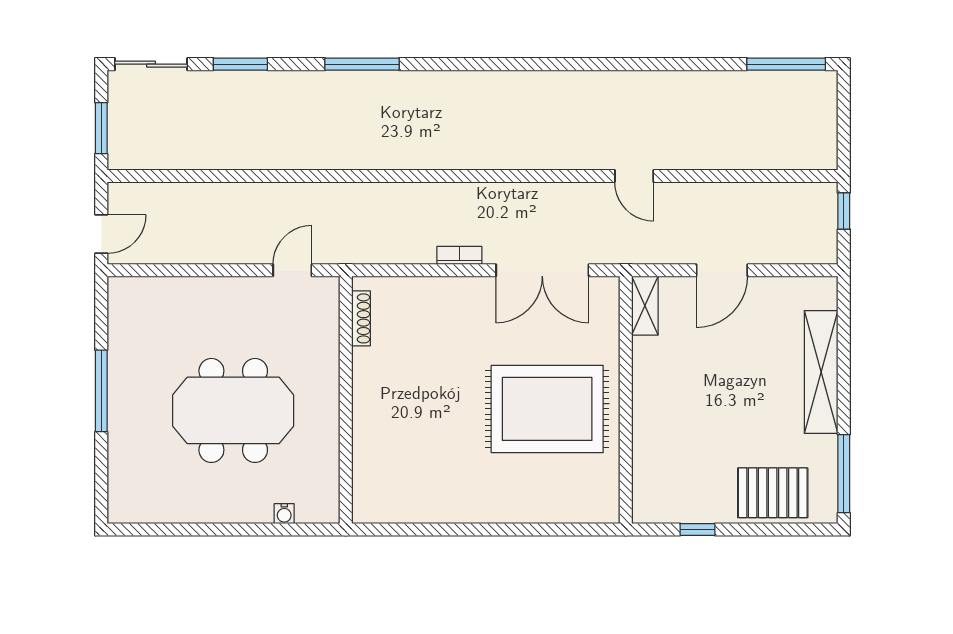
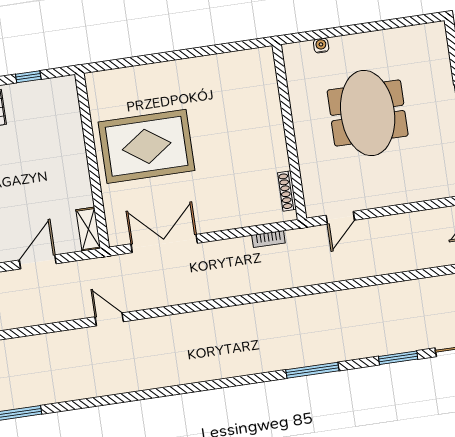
bookcase: (459, 255) -> (268, 239), moved
meeting table: (233, 410) -> (368, 113), turned 90

